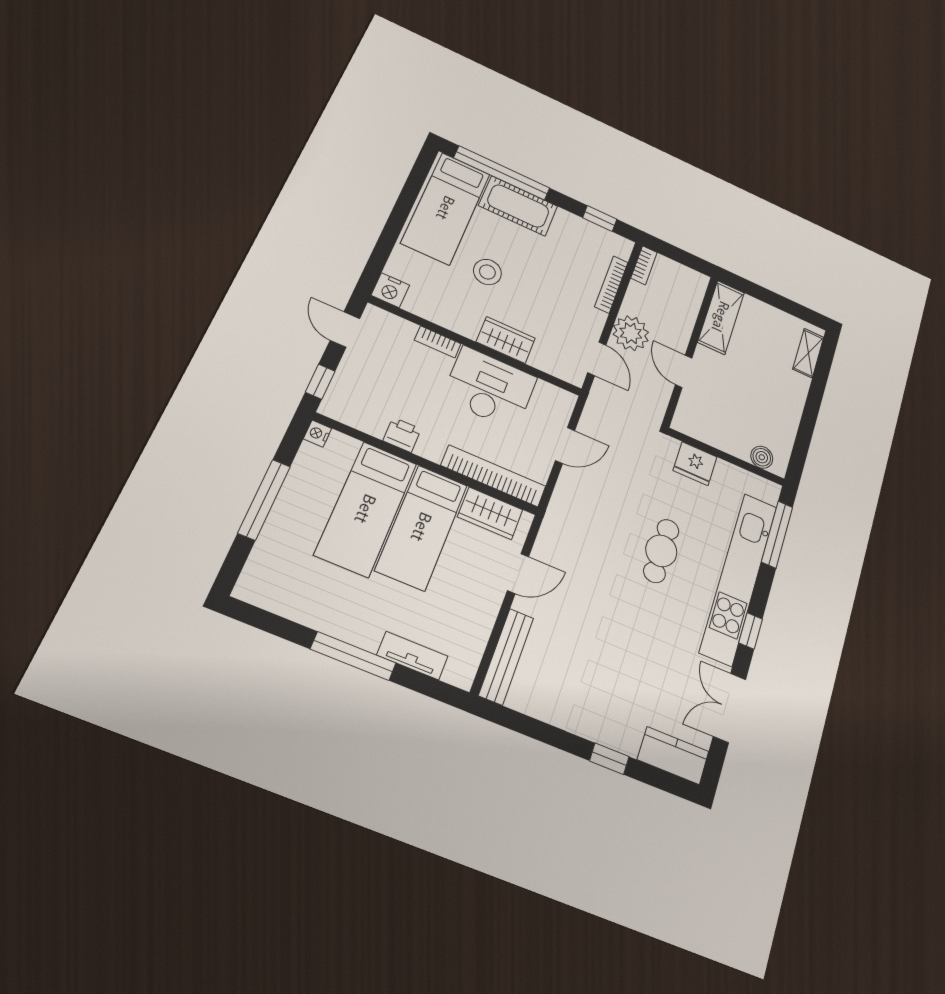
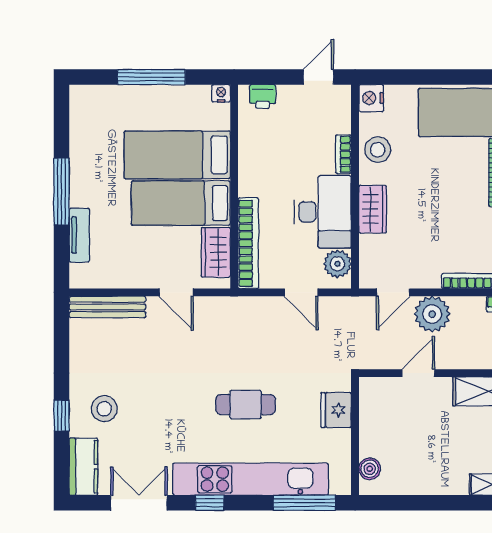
stool: (487, 272) -> (378, 150), moved
window: (320, 382) -> (265, 77), removed
plant: (549, 398) -> (337, 264), added
printer: (402, 435) -> (263, 96), moved, turned 90
stool: (617, 706) -> (104, 409), added

